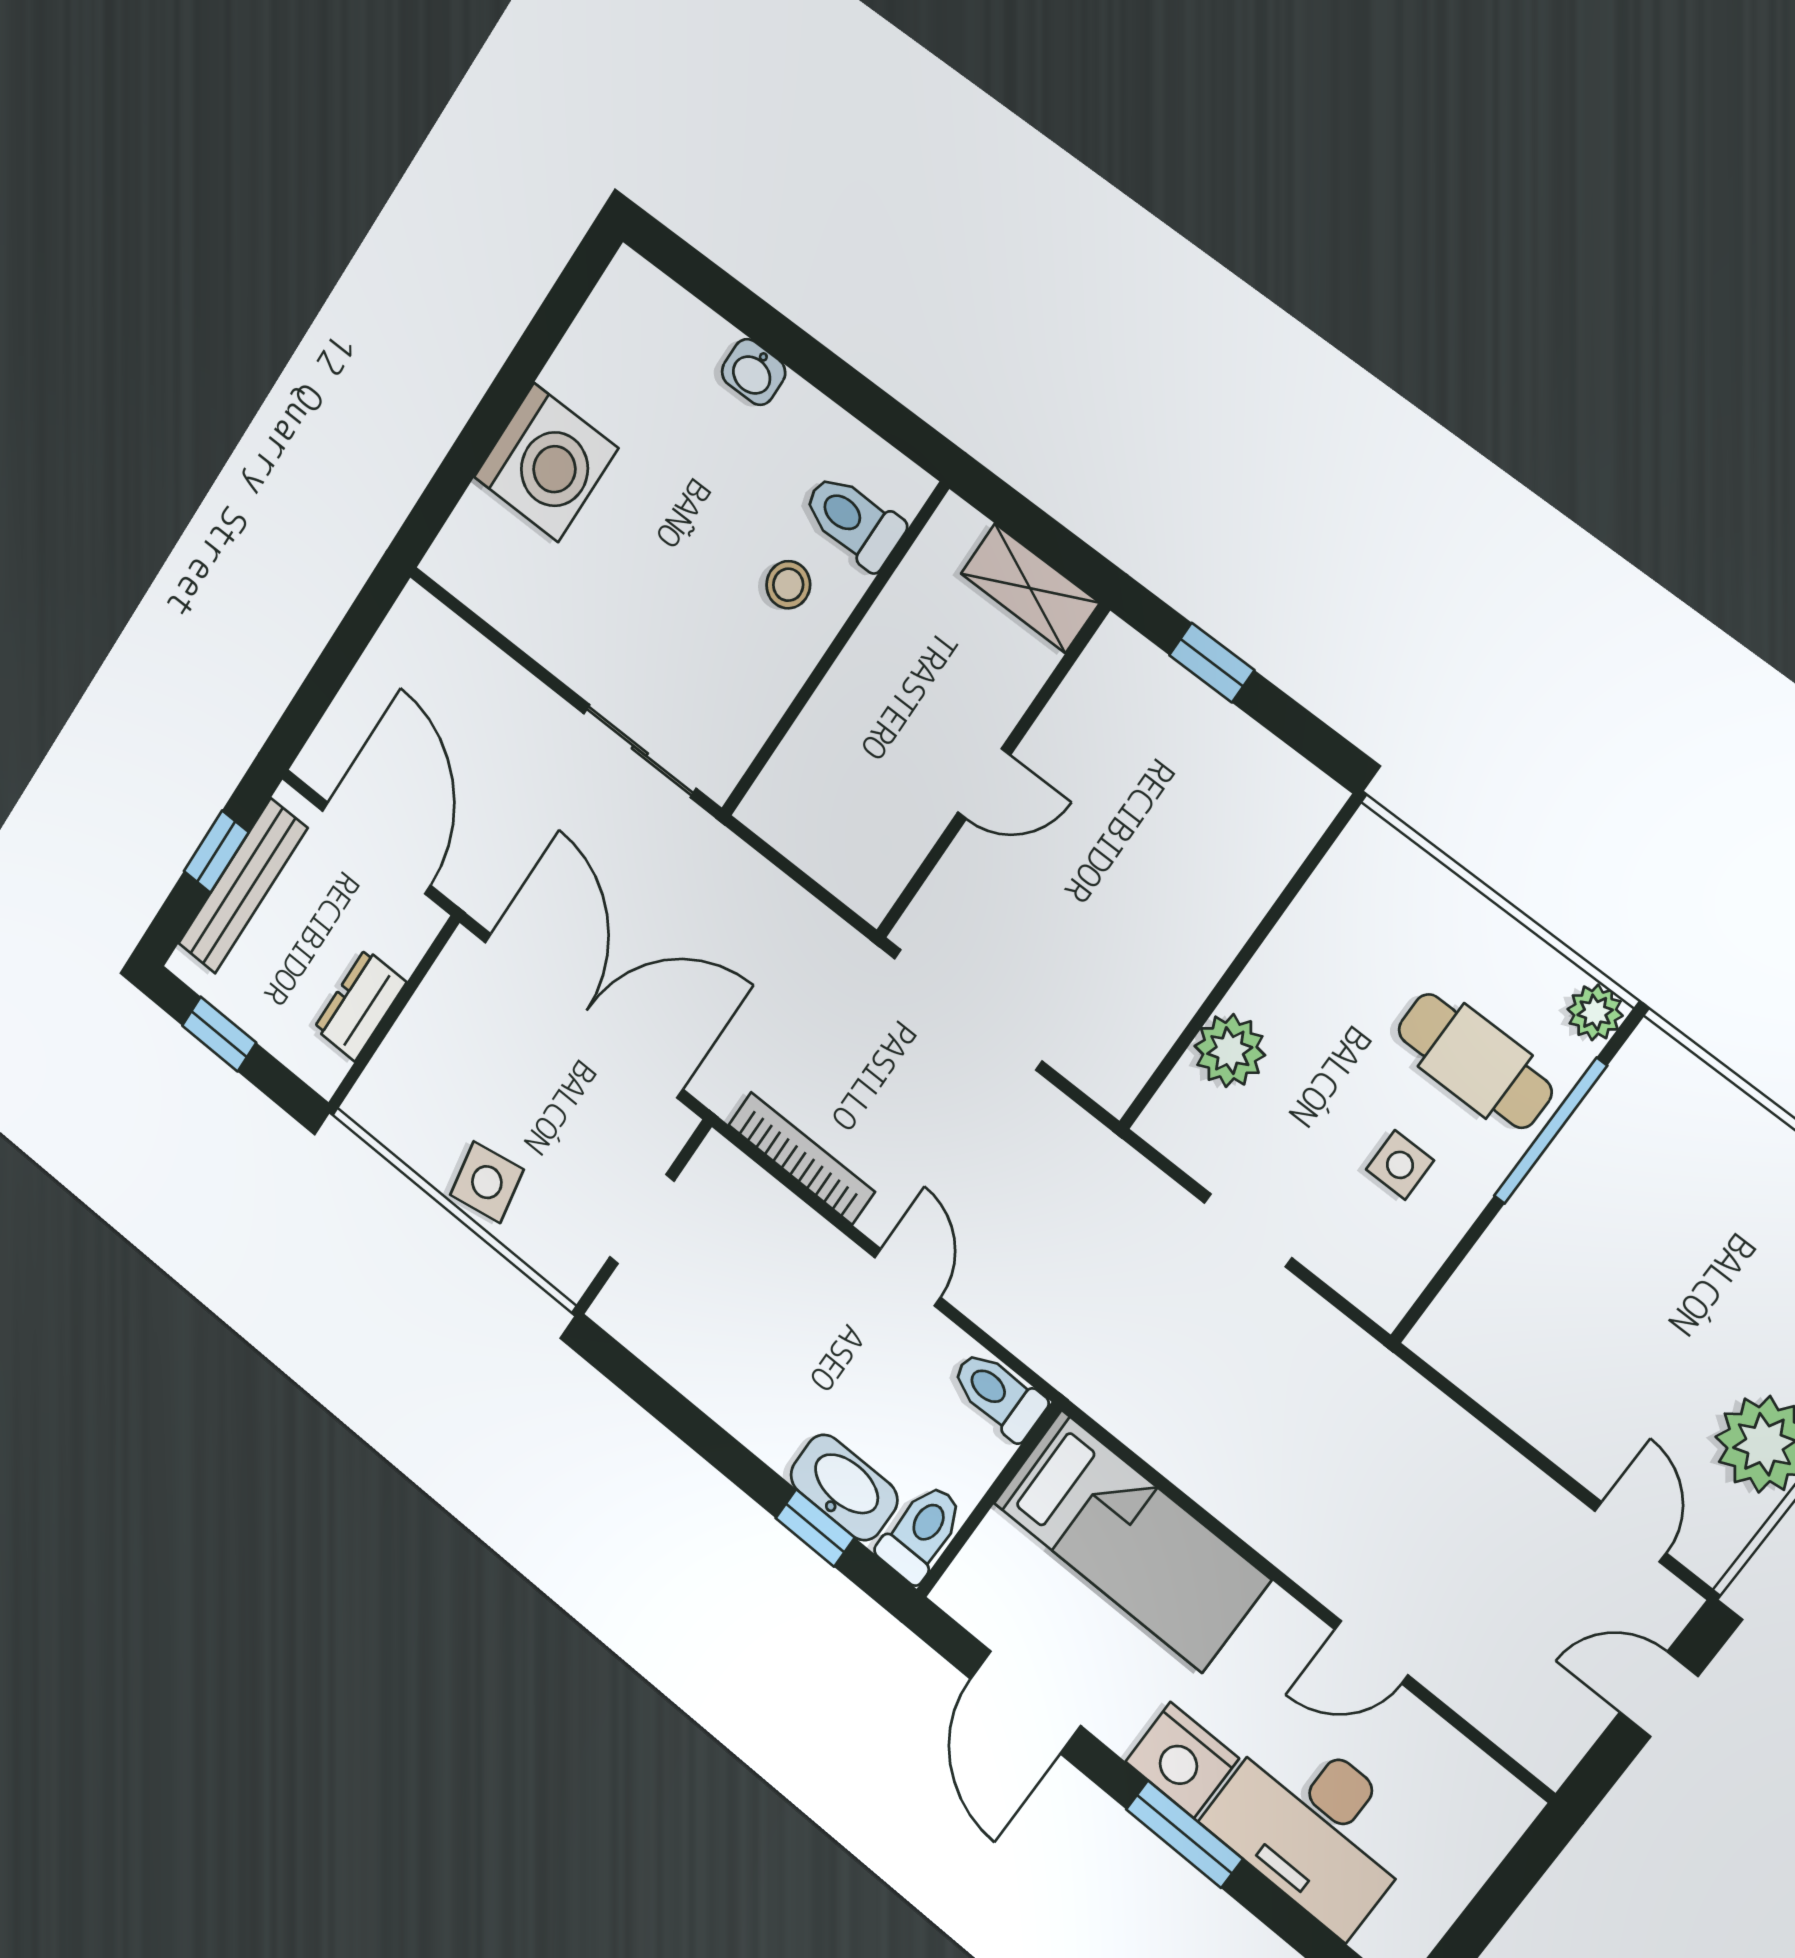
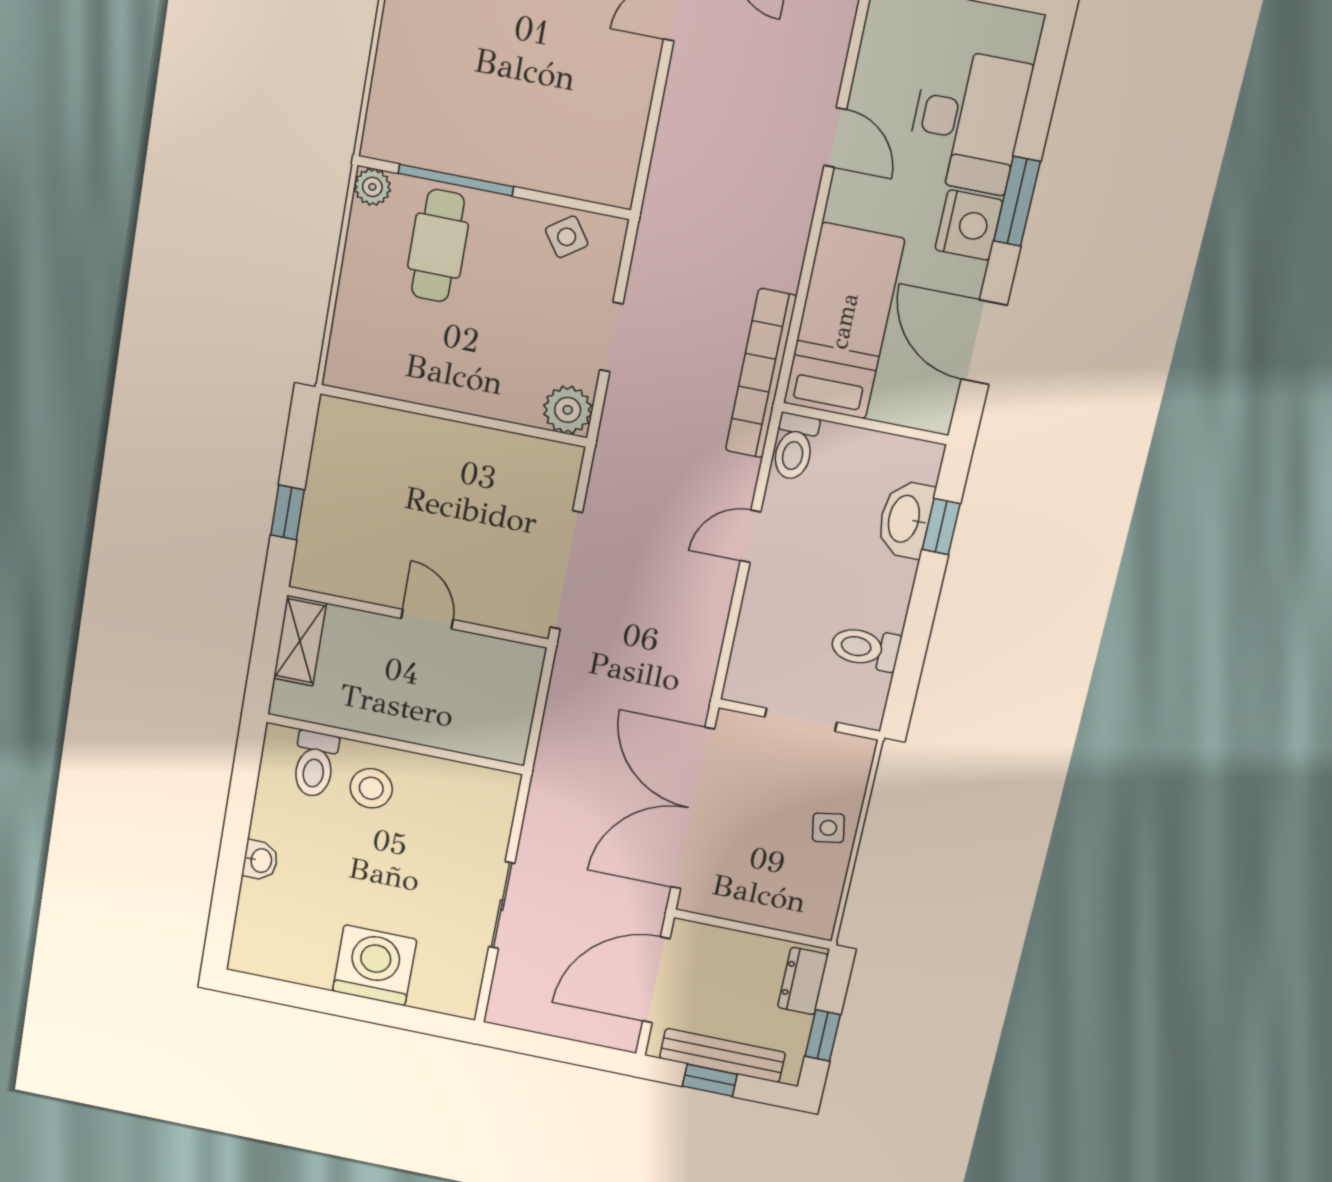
stool: (788, 585) -> (371, 788), width x1.37, depth x1.37
sliding door: (640, 751) -> (502, 905), moved
dresser: (360, 1005) -> (803, 981), moved, turned 90
plant: (1230, 1051) -> (568, 410), moved
bookcase: (802, 1158) -> (761, 374), moved, width x1.48, depth x1.31
side table: (1400, 1165) -> (567, 237), moved, turned -35
side table: (487, 1182) -> (828, 828), width x0.73, depth x0.73
toilet: (921, 1533) -> (865, 648), moved
door: (1025, 1702) -> (984, 342), swing flipped

